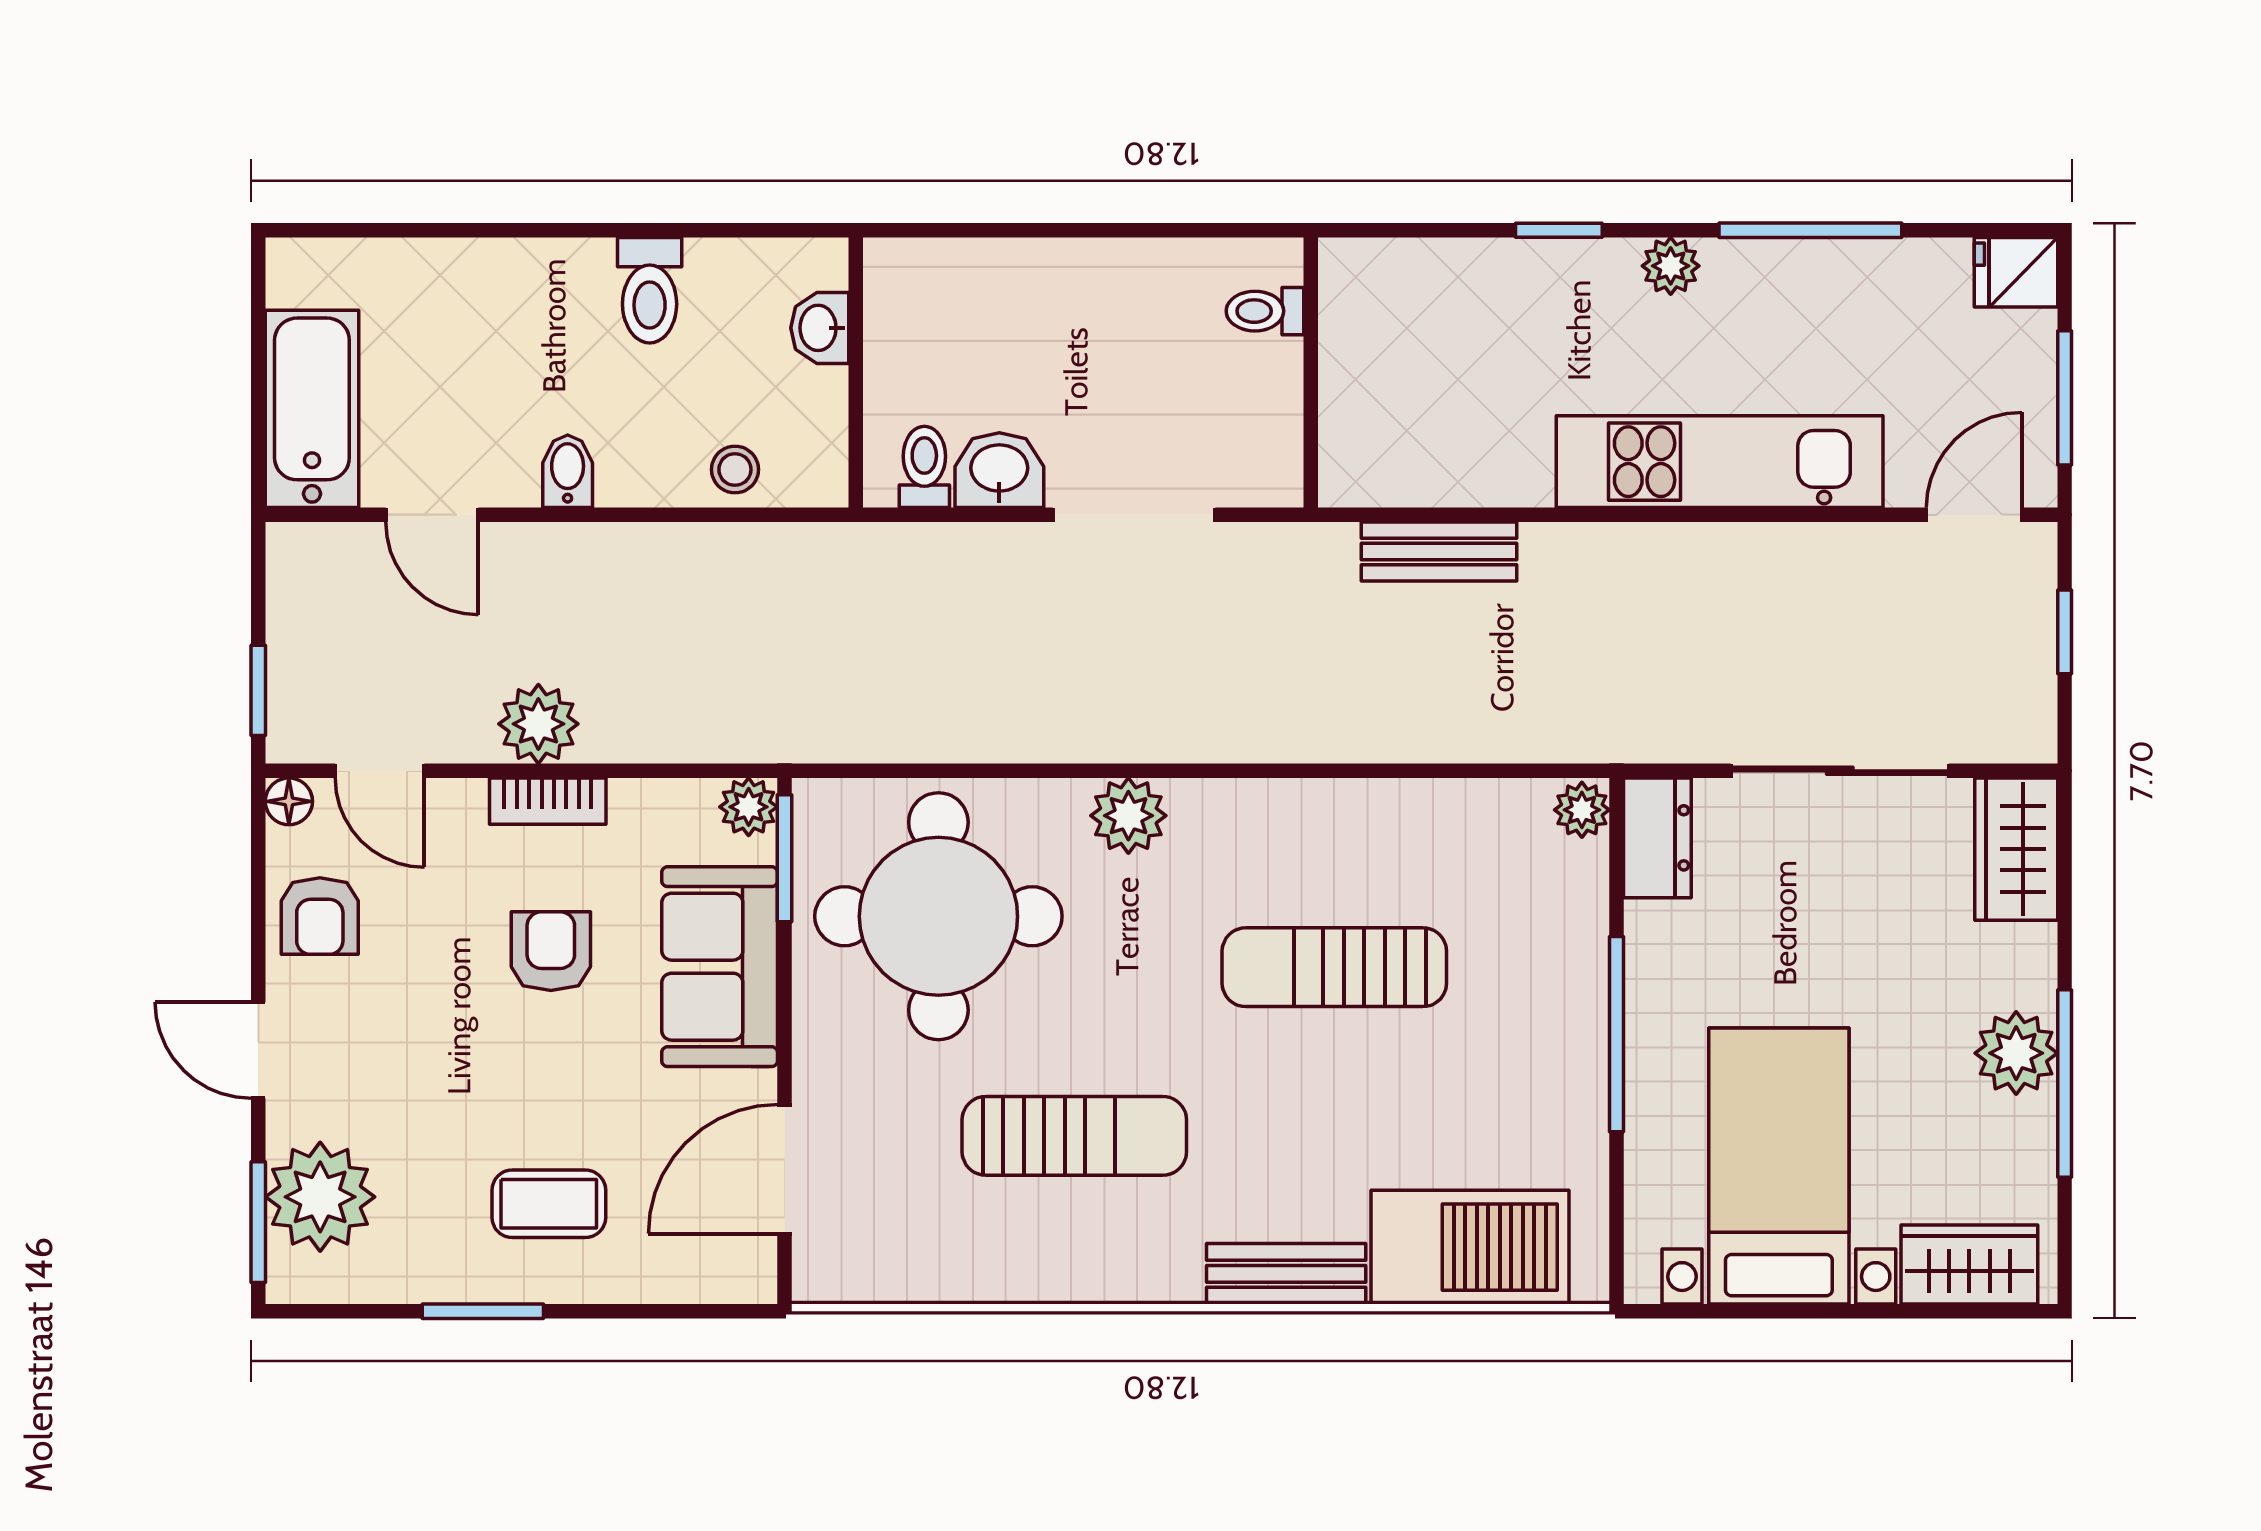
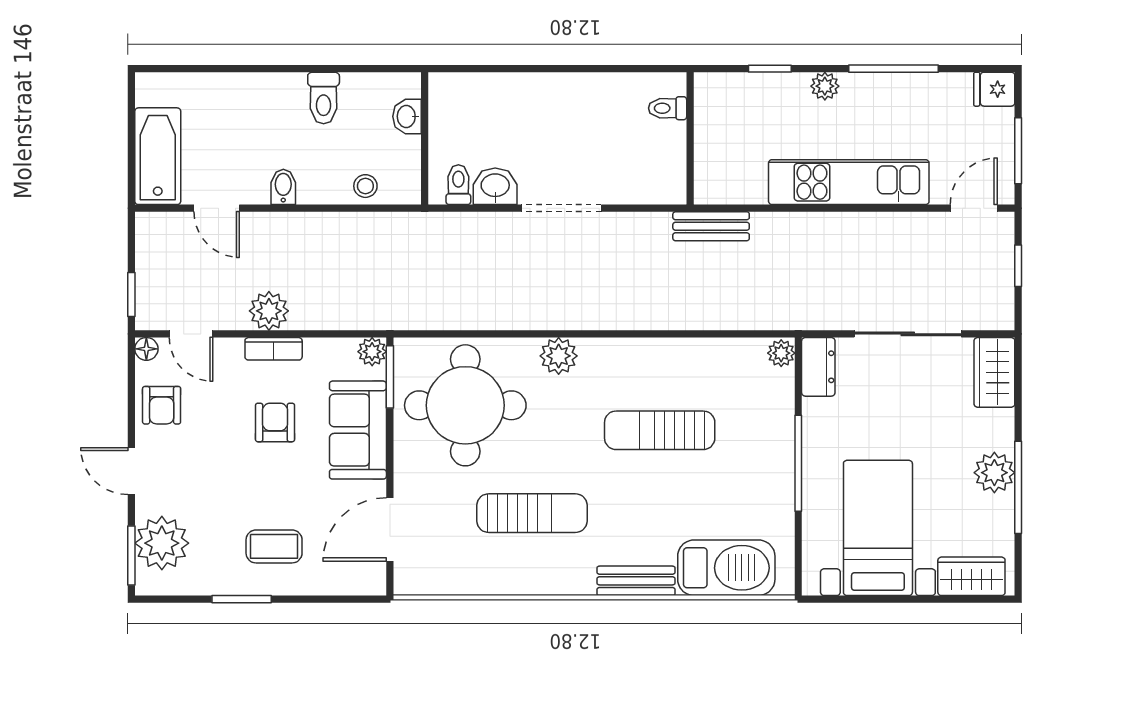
toilet: (1265, 311) -> (668, 108), moved
wall: (1311, 373) -> (690, 138), moved

